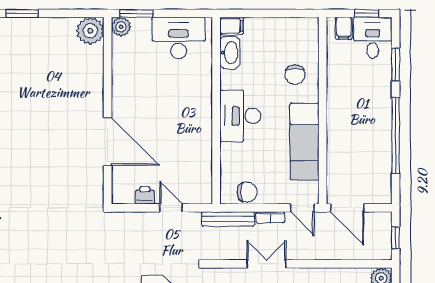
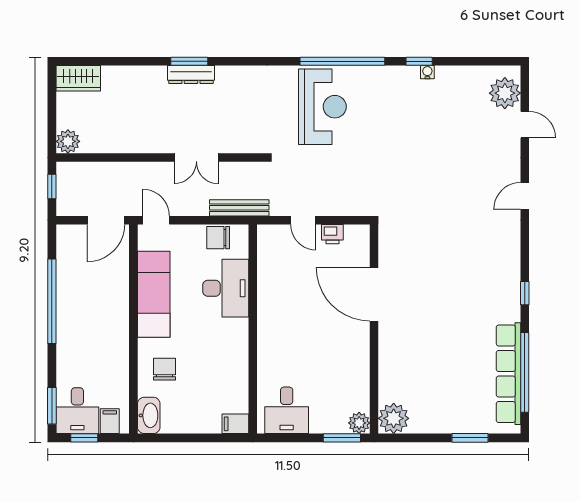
desk: (179, 38) -> (287, 410), width x0.73
washbasin: (230, 53) -> (149, 415), moved, turned 180
window: (396, 65) -> (52, 406), moved
desk: (240, 116) -> (226, 288), moved
door: (347, 208) -> (106, 220), swing flipped
bookcase: (270, 217) -> (192, 210), removed

